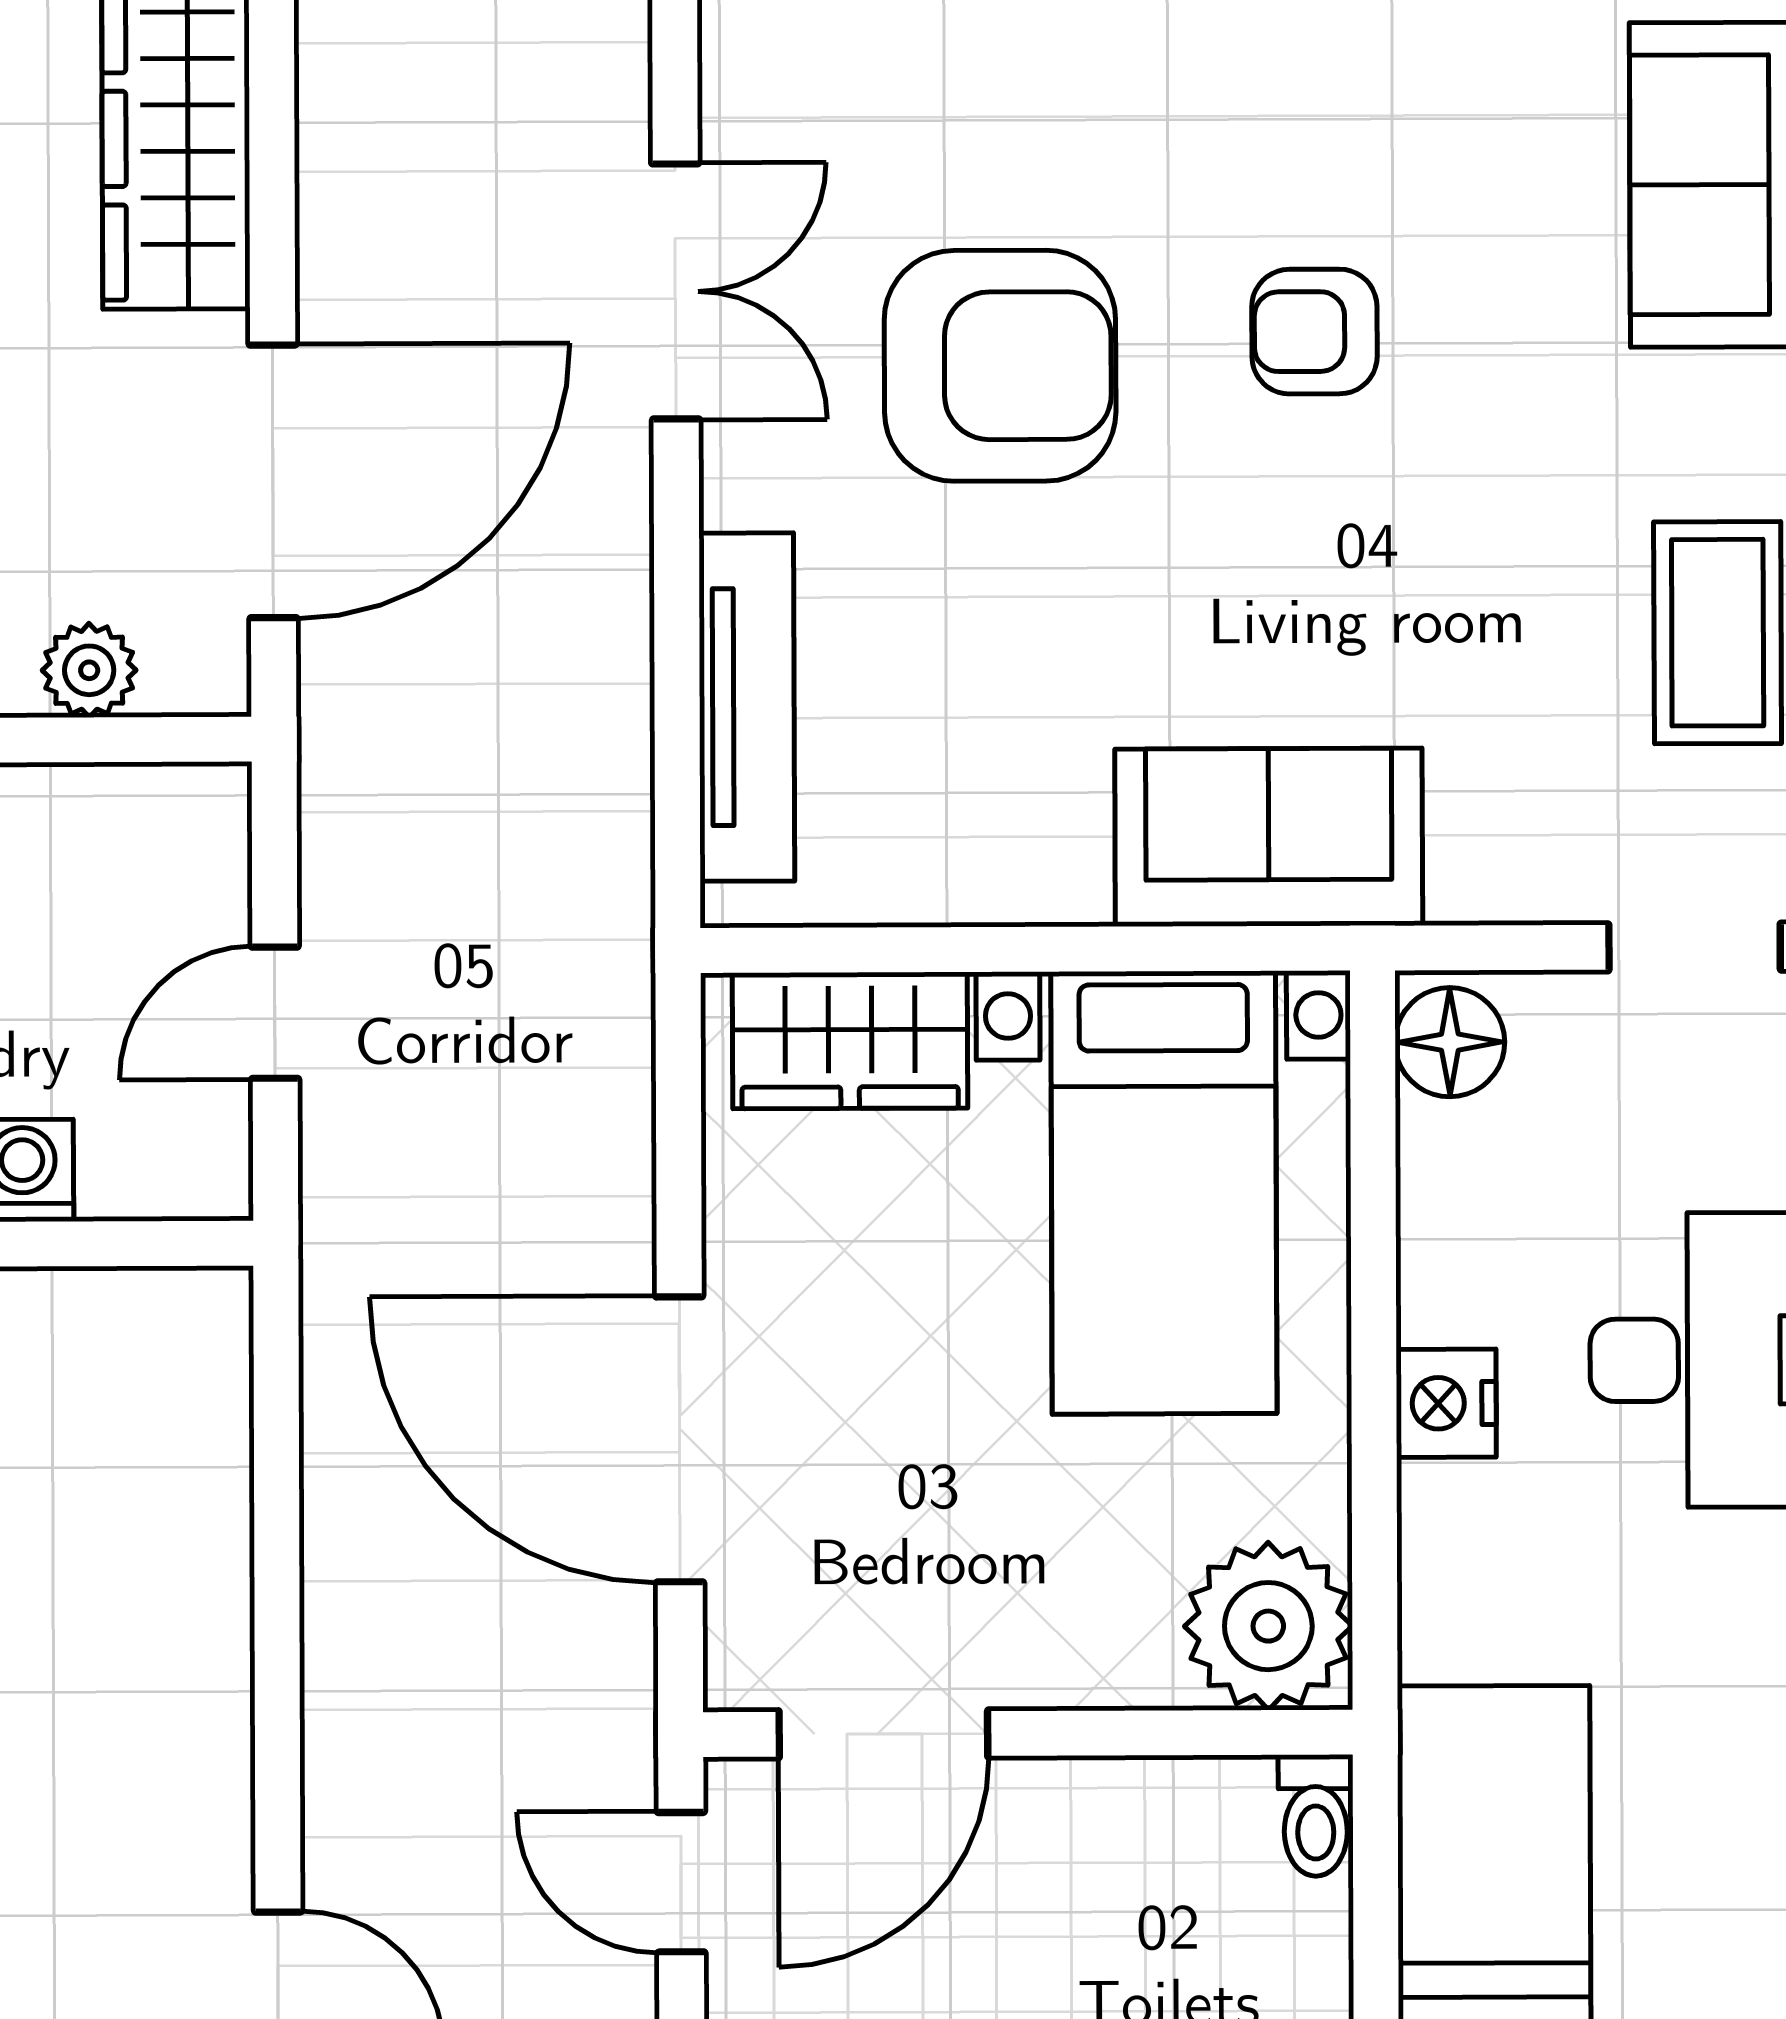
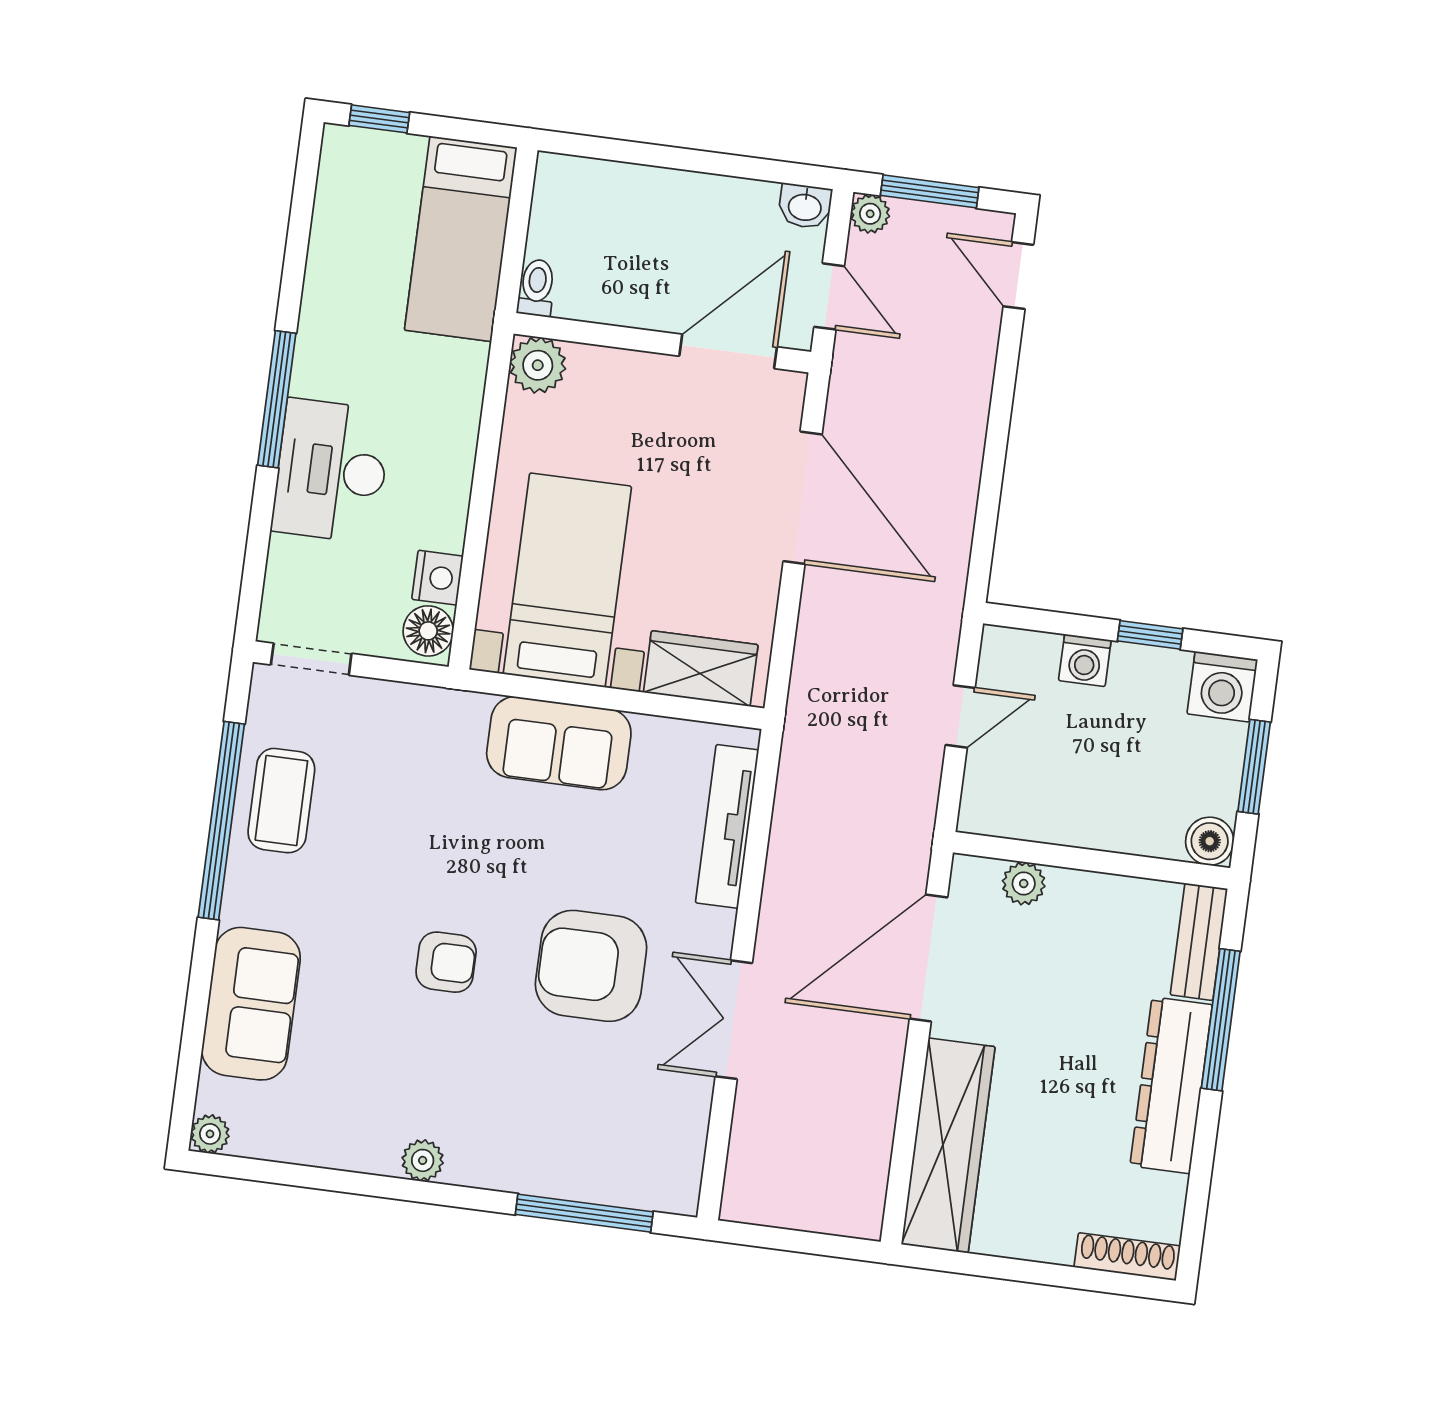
sofa: (1269, 837) -> (559, 743), moved
nightstand: (1446, 1403) -> (437, 578), moved
plant: (1268, 1626) -> (538, 365), width x0.73, depth x0.73

